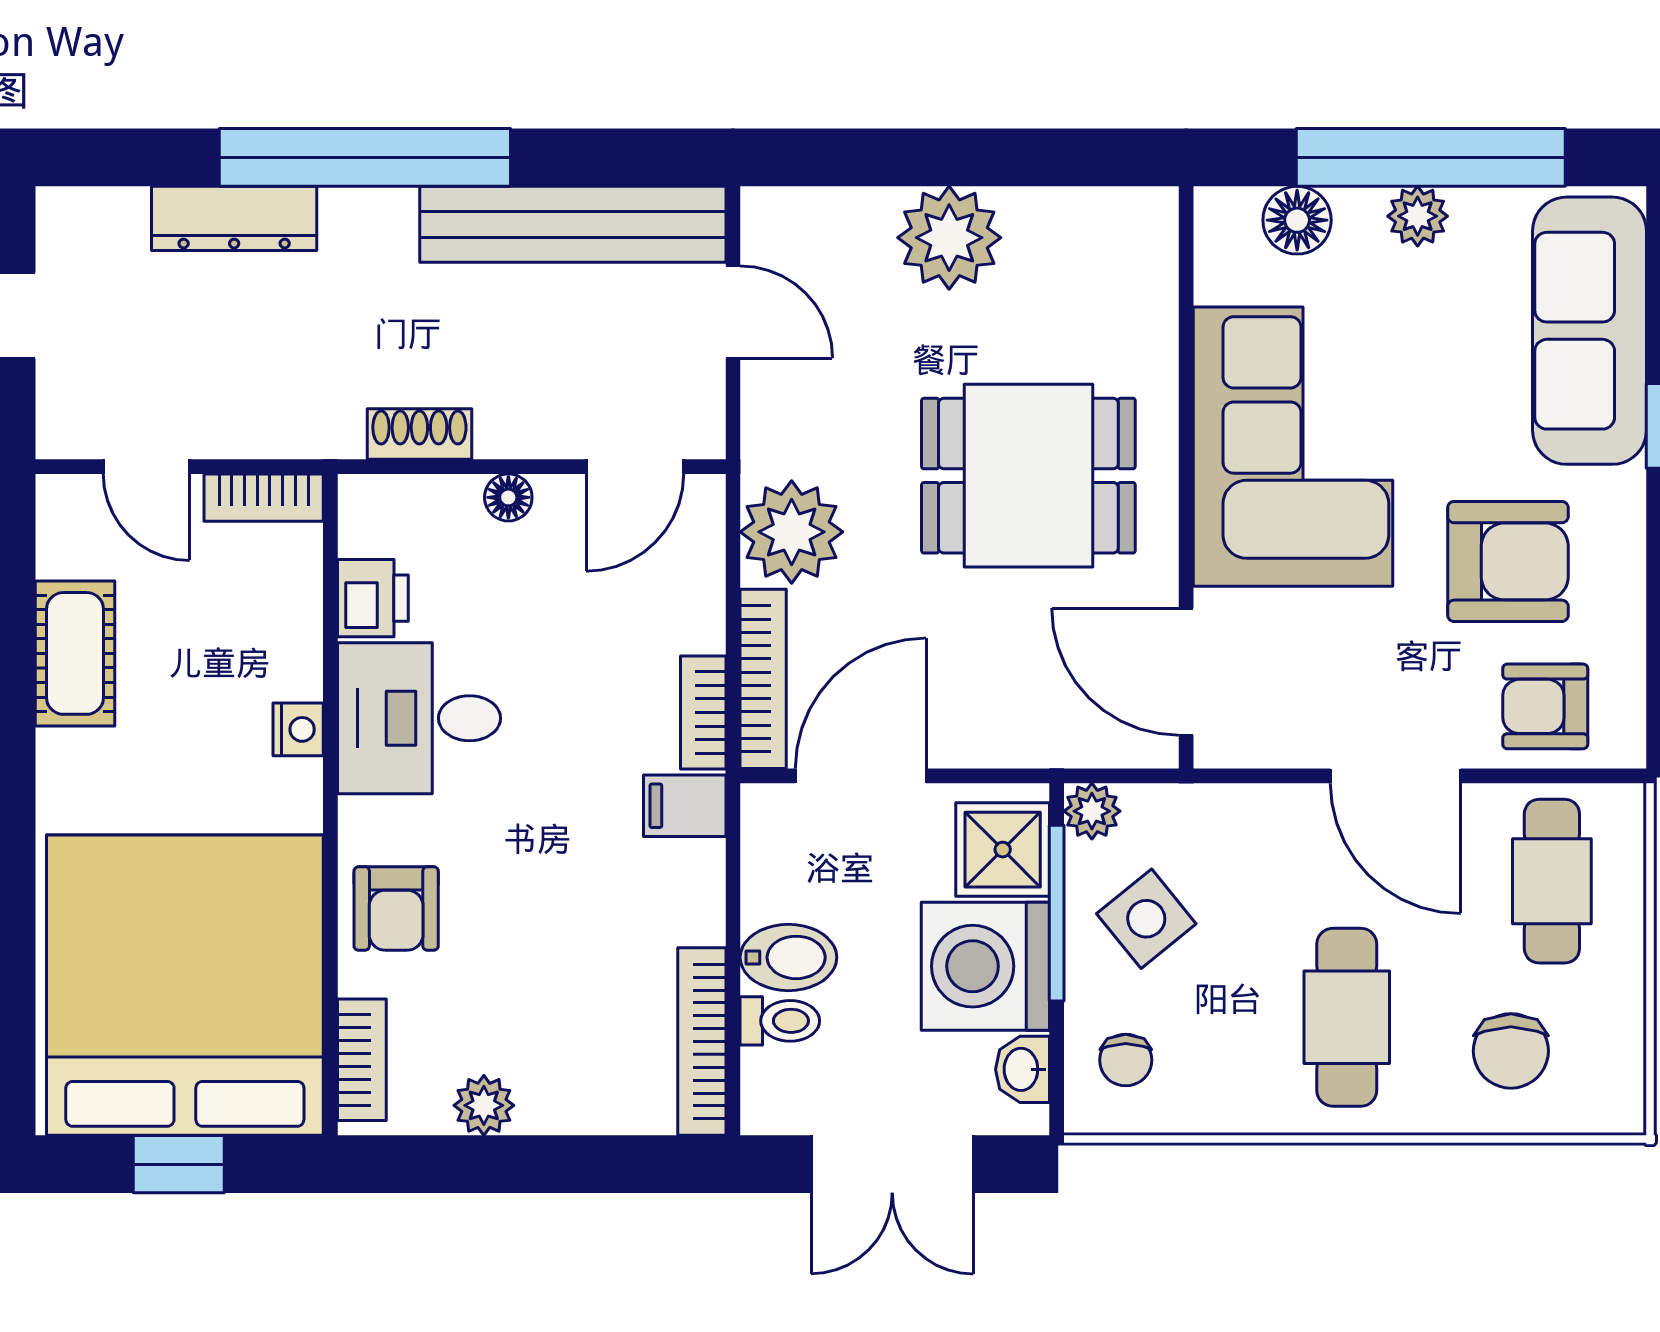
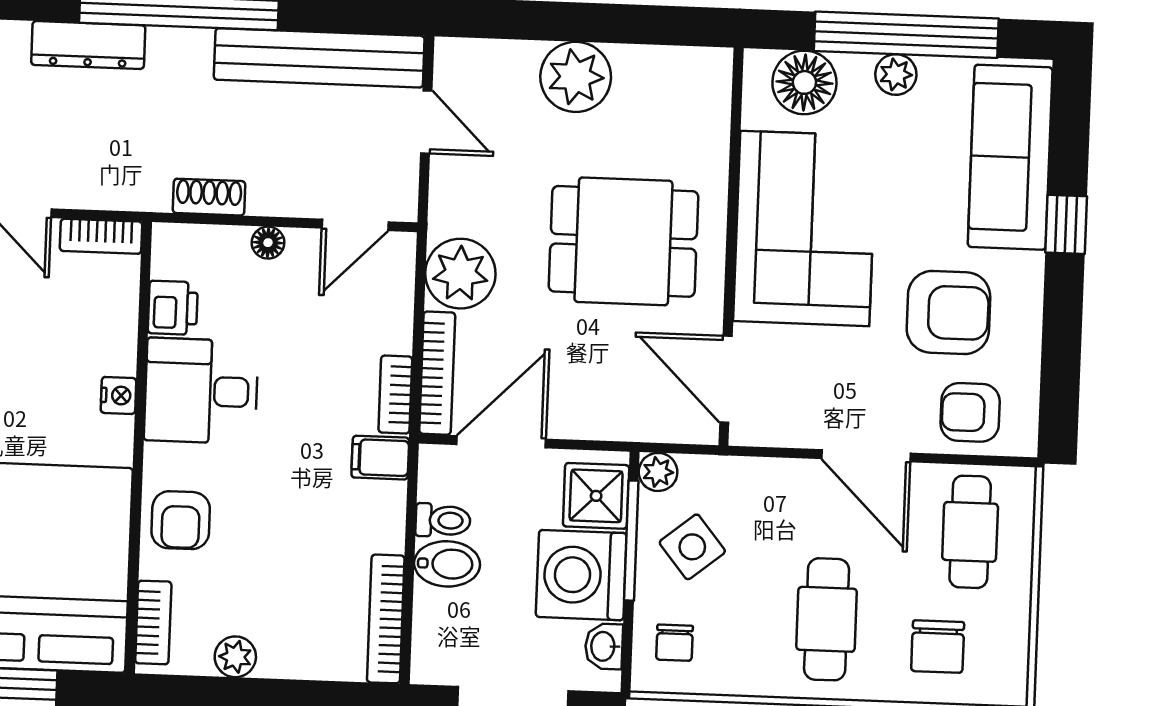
floor lamp: (1297, 220) -> (804, 82), width x1.38, depth x1.38
toilet: (780, 1021) -> (443, 520), moved

